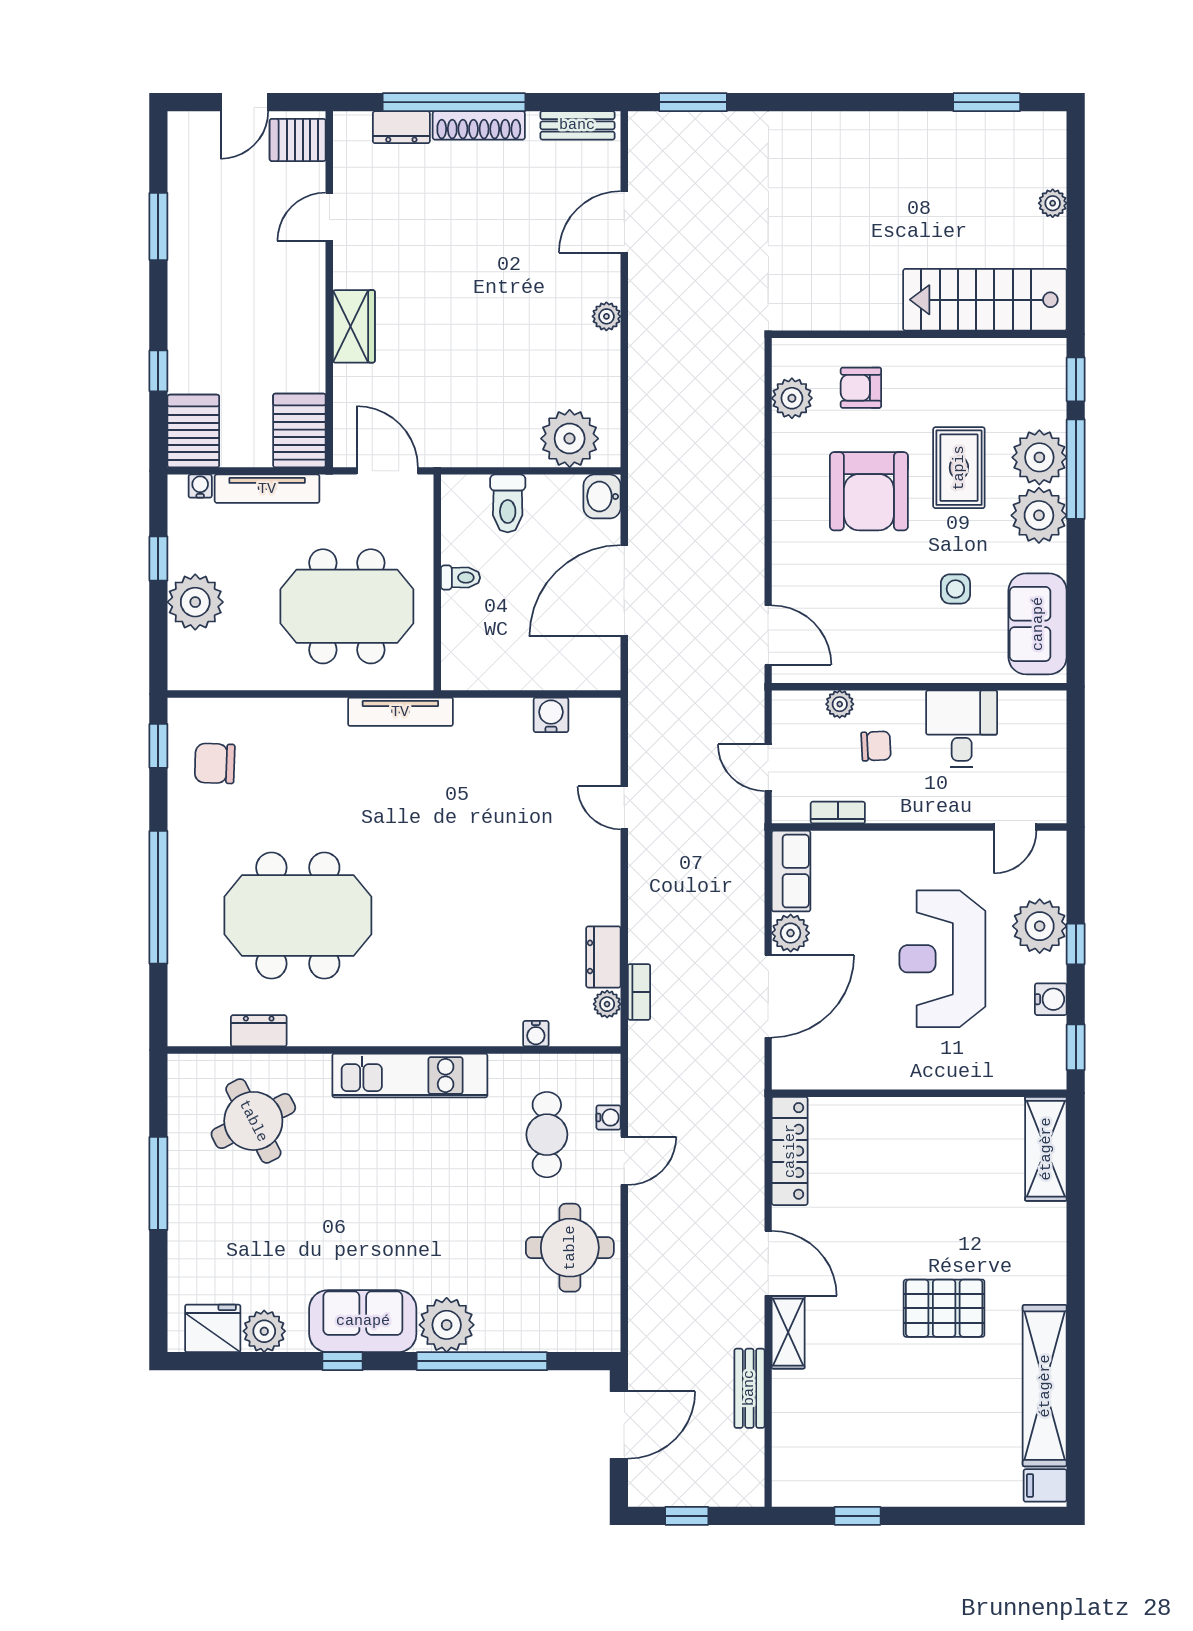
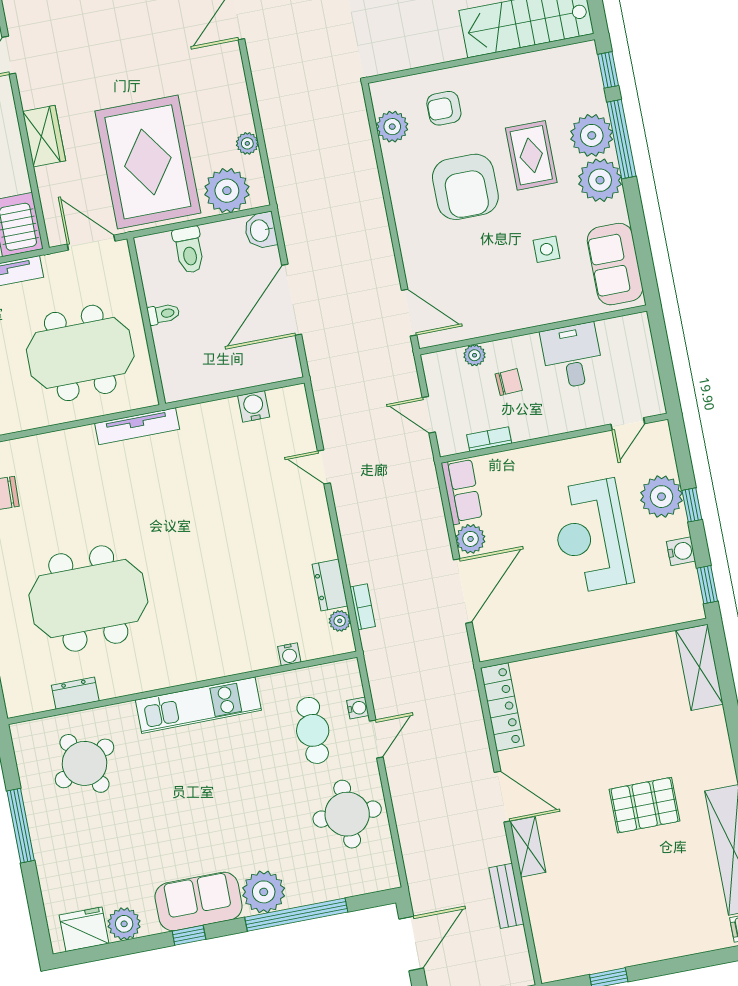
plant: (606, 316) -> (247, 143), moved
rug: (478, 384) -> (148, 162), added

